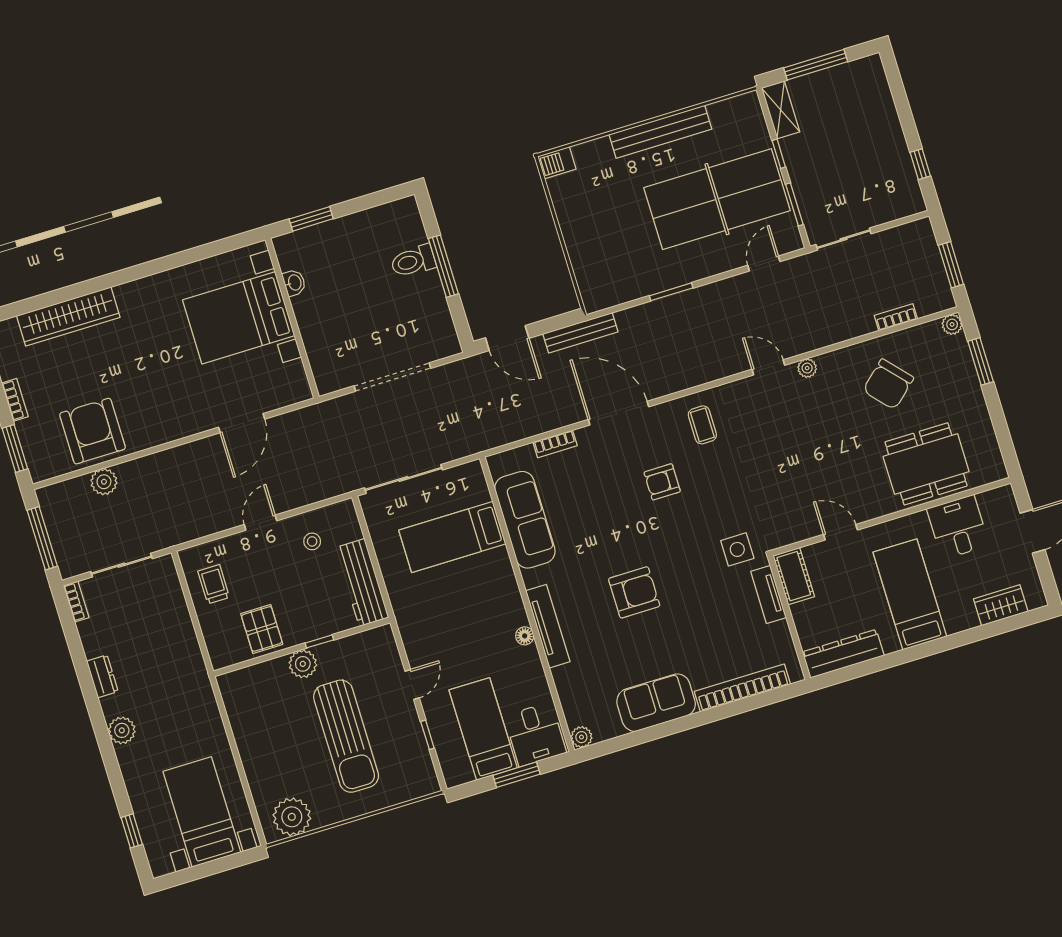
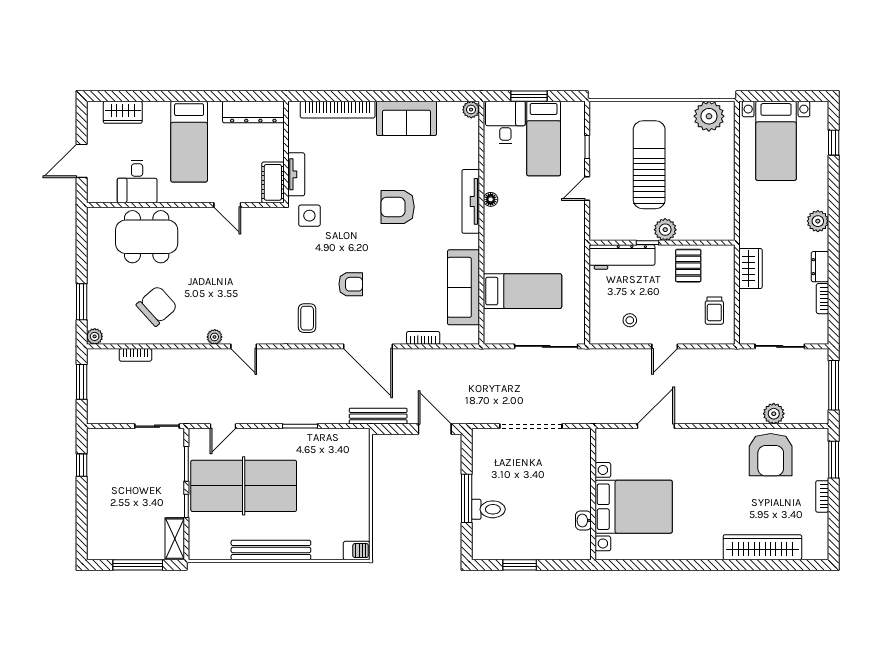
window: (311, 219) -> (520, 565), moved
workbench: (362, 583) -> (622, 257), moved, turned 90
bookcase: (76, 602) -> (823, 299), moved
wardrobe: (186, 648) -> (750, 269), added

